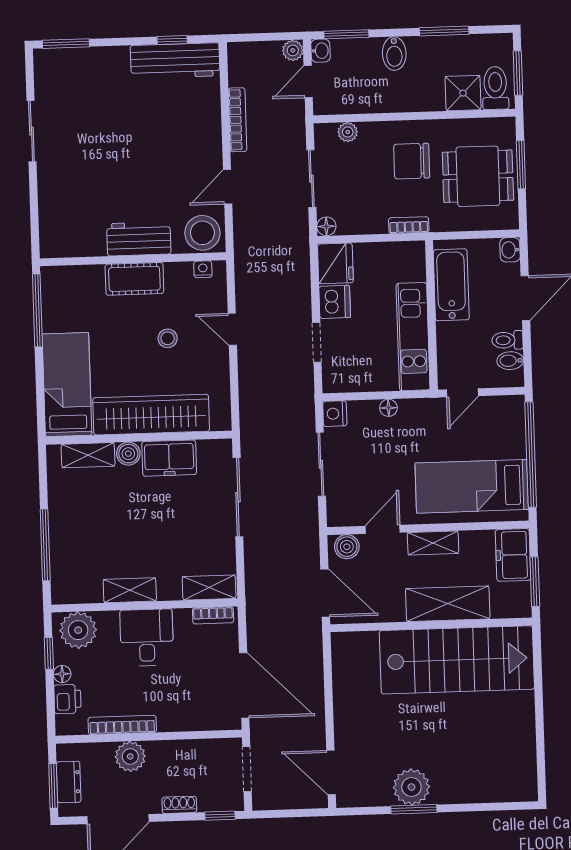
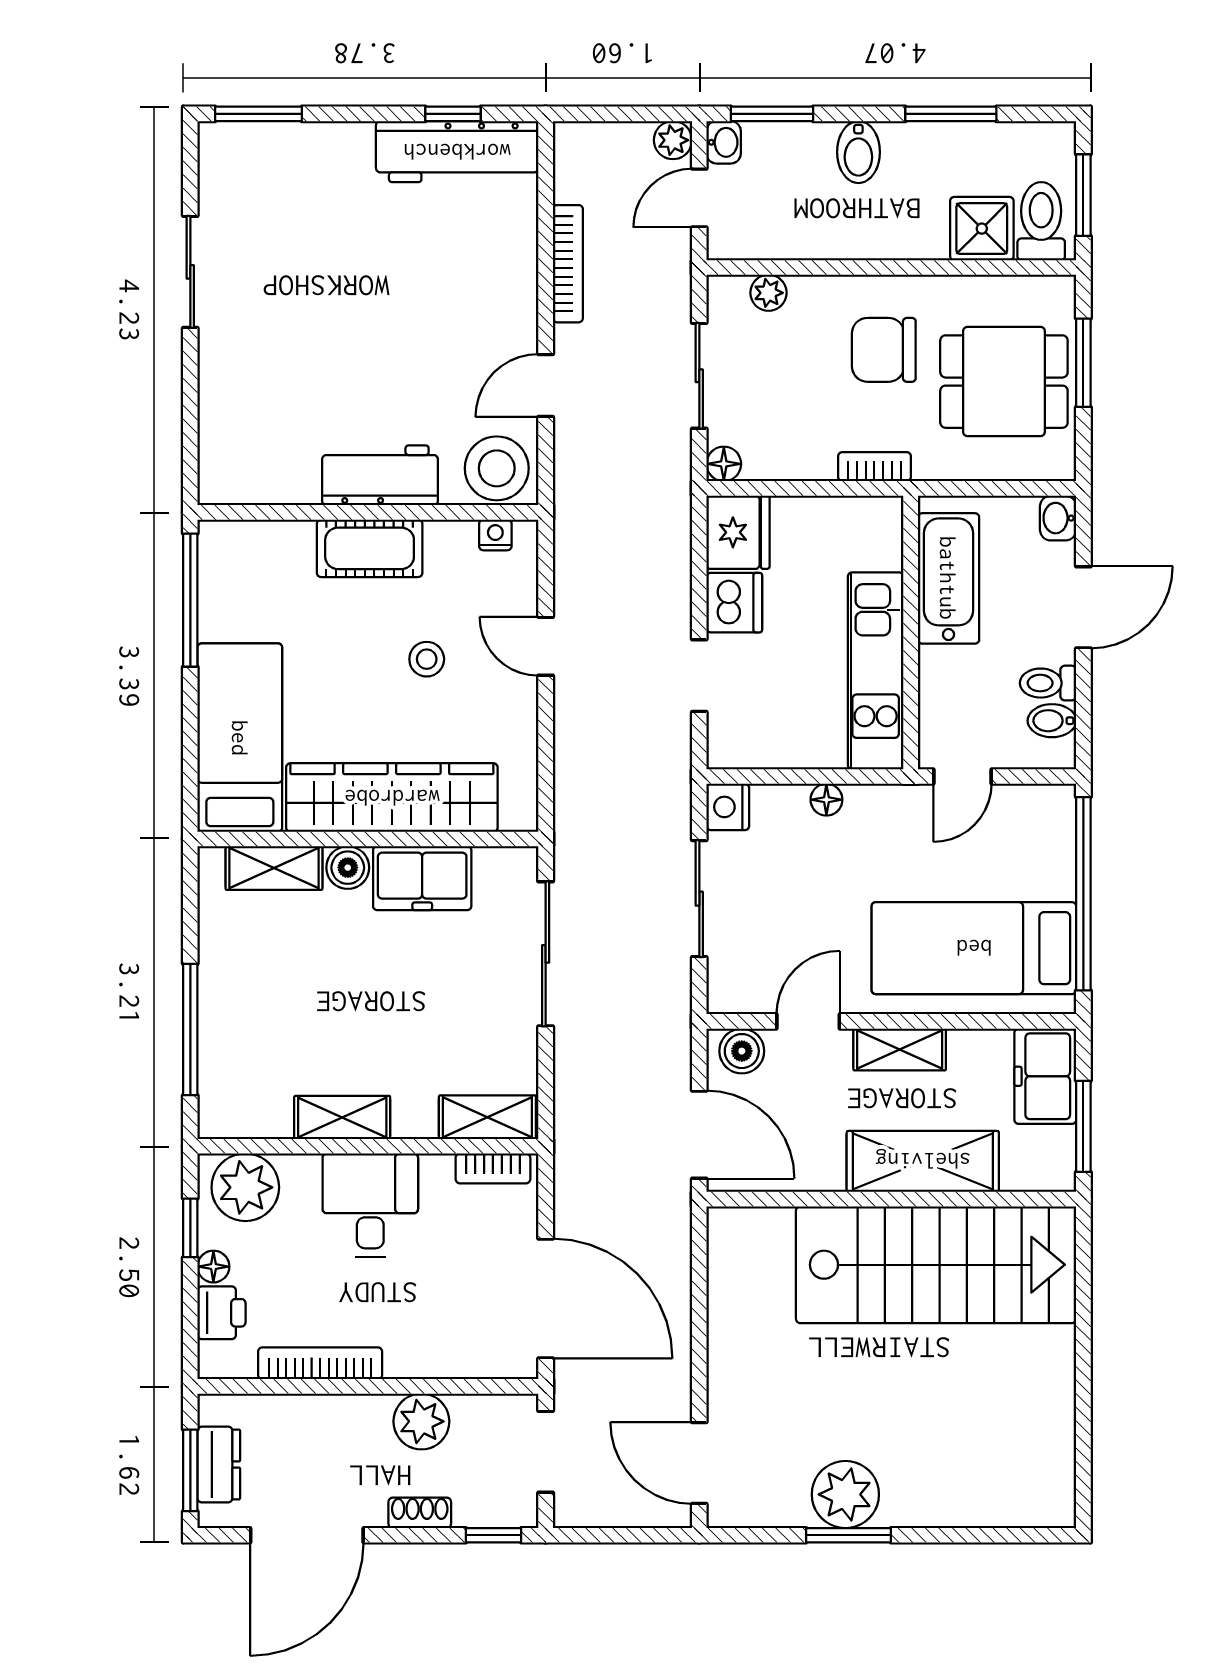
plant: (130, 756) -> (421, 1421), moved

